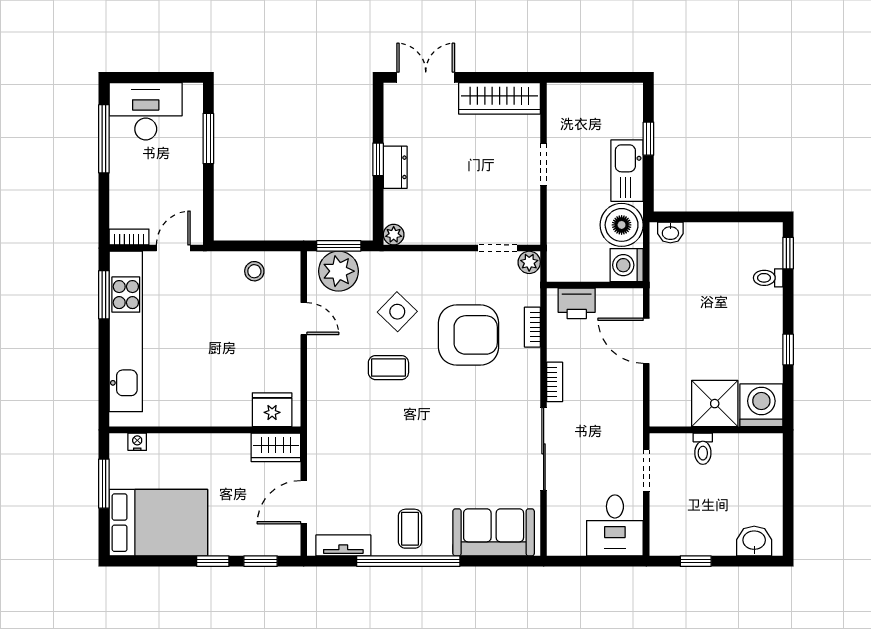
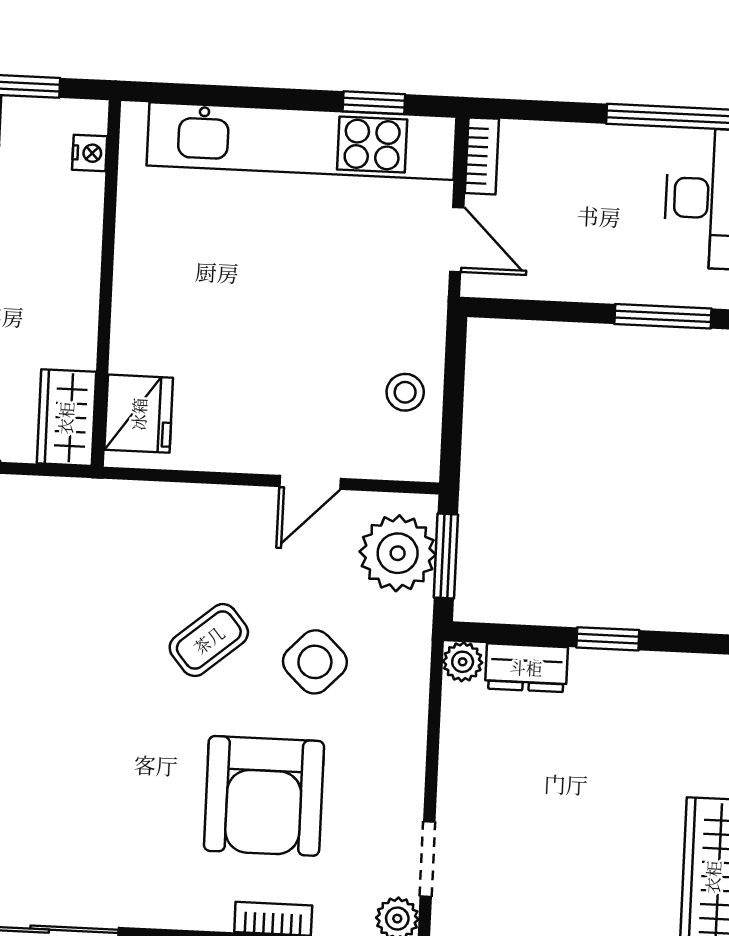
dresser: (395, 167) -> (526, 668), moved
window: (104, 295) -> (374, 103), width x0.67
coffee table: (388, 368) -> (209, 640), turned 50

